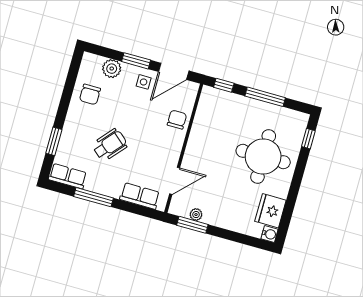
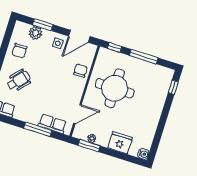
window: (136, 61) -> (43, 25), moved
wheelchair: (110, 145) -> (19, 81), moved
round table: (263, 157) -> (115, 88), moved
window: (93, 197) -> (38, 129), moved
fridge: (270, 211) -> (120, 143), moved, turned 90

